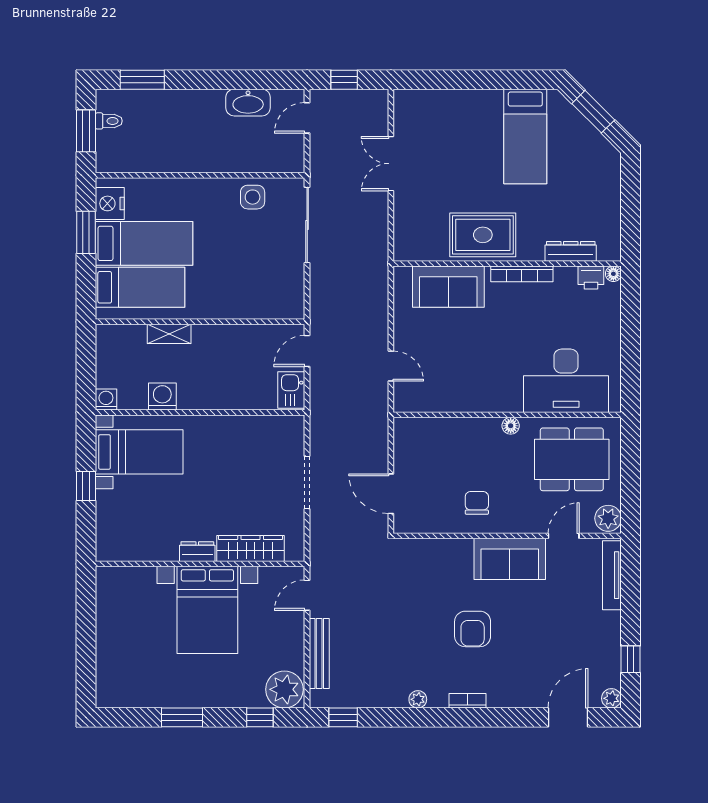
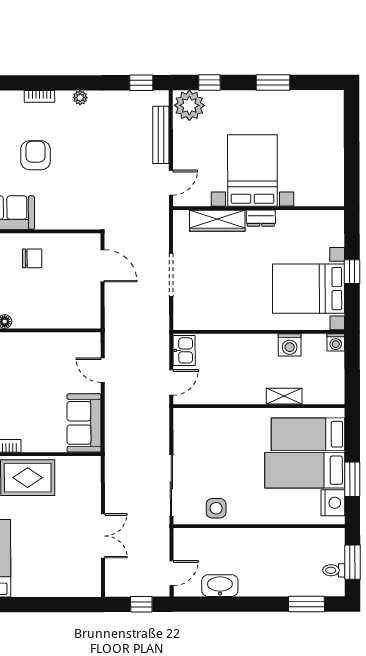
sofa: (448, 287) -> (84, 423), moved, turned -90
bed with nightstands: (139, 452) -> (308, 289), width x1.36
chair: (477, 503) -> (32, 258), turned -90

